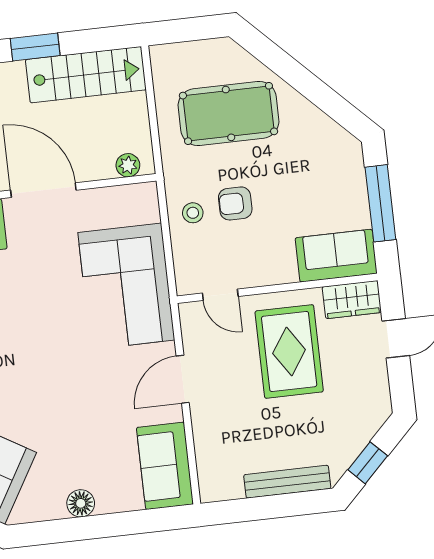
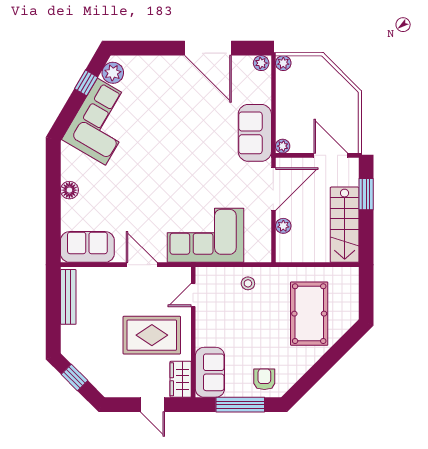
plant: (128, 165) -> (283, 226), moved
armchair: (235, 203) -> (264, 379), moved
bench: (287, 482) -> (68, 297), moved

